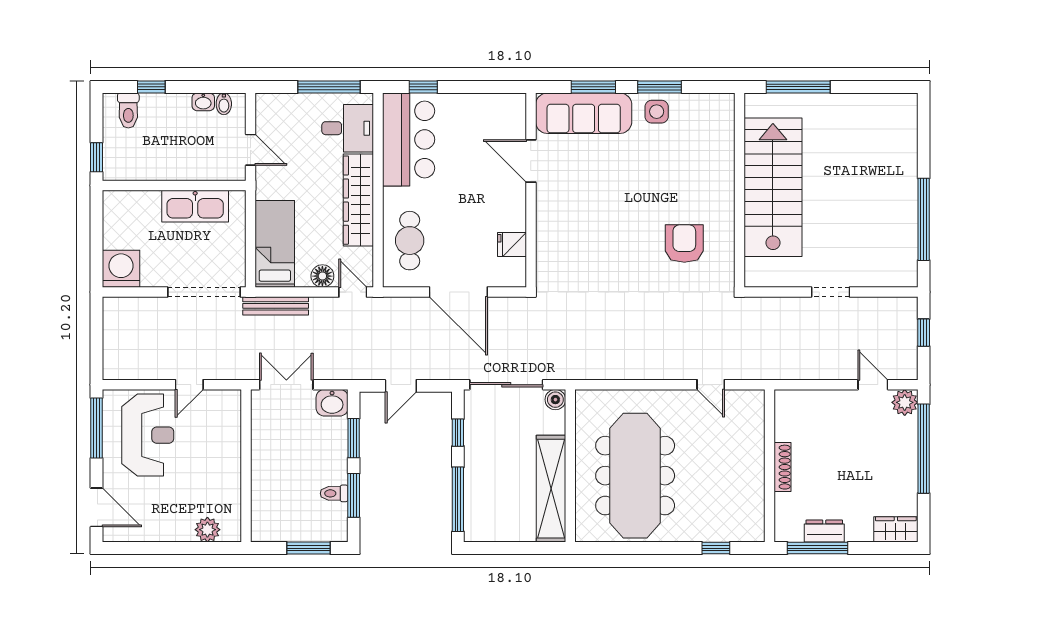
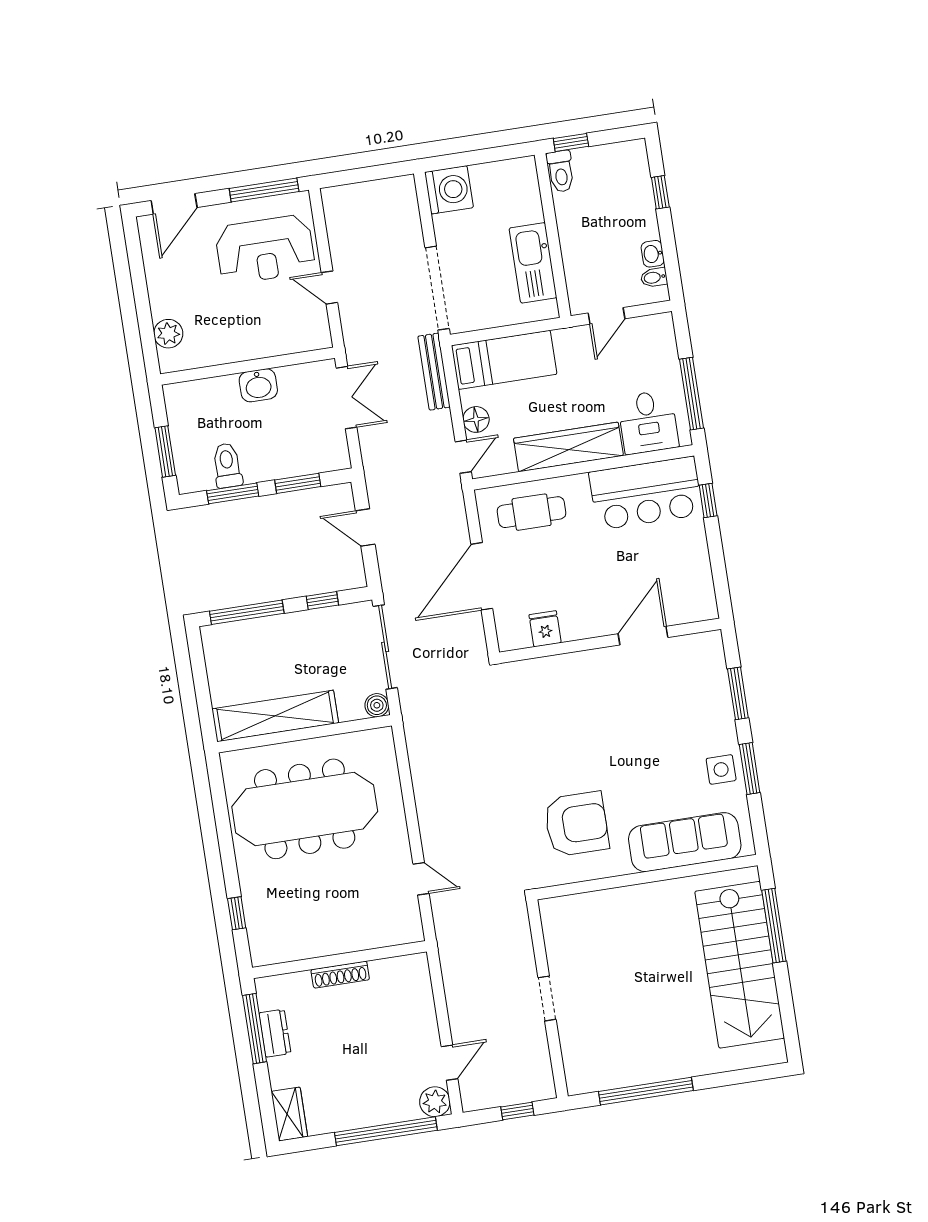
toilet: (128, 110) -> (561, 171), moved, turned -90
sofa: (584, 113) -> (685, 842), moved, turned 90
stairs: (773, 187) -> (740, 965), moved, turned 90
armchair: (684, 243) -> (576, 824), width x1.36, depth x1.36
door: (711, 385) -> (421, 879), swing flipped
washbasin: (332, 403) -> (258, 385), moved, turned -90
toilet: (334, 493) -> (227, 465), width x1.37, depth x1.39

